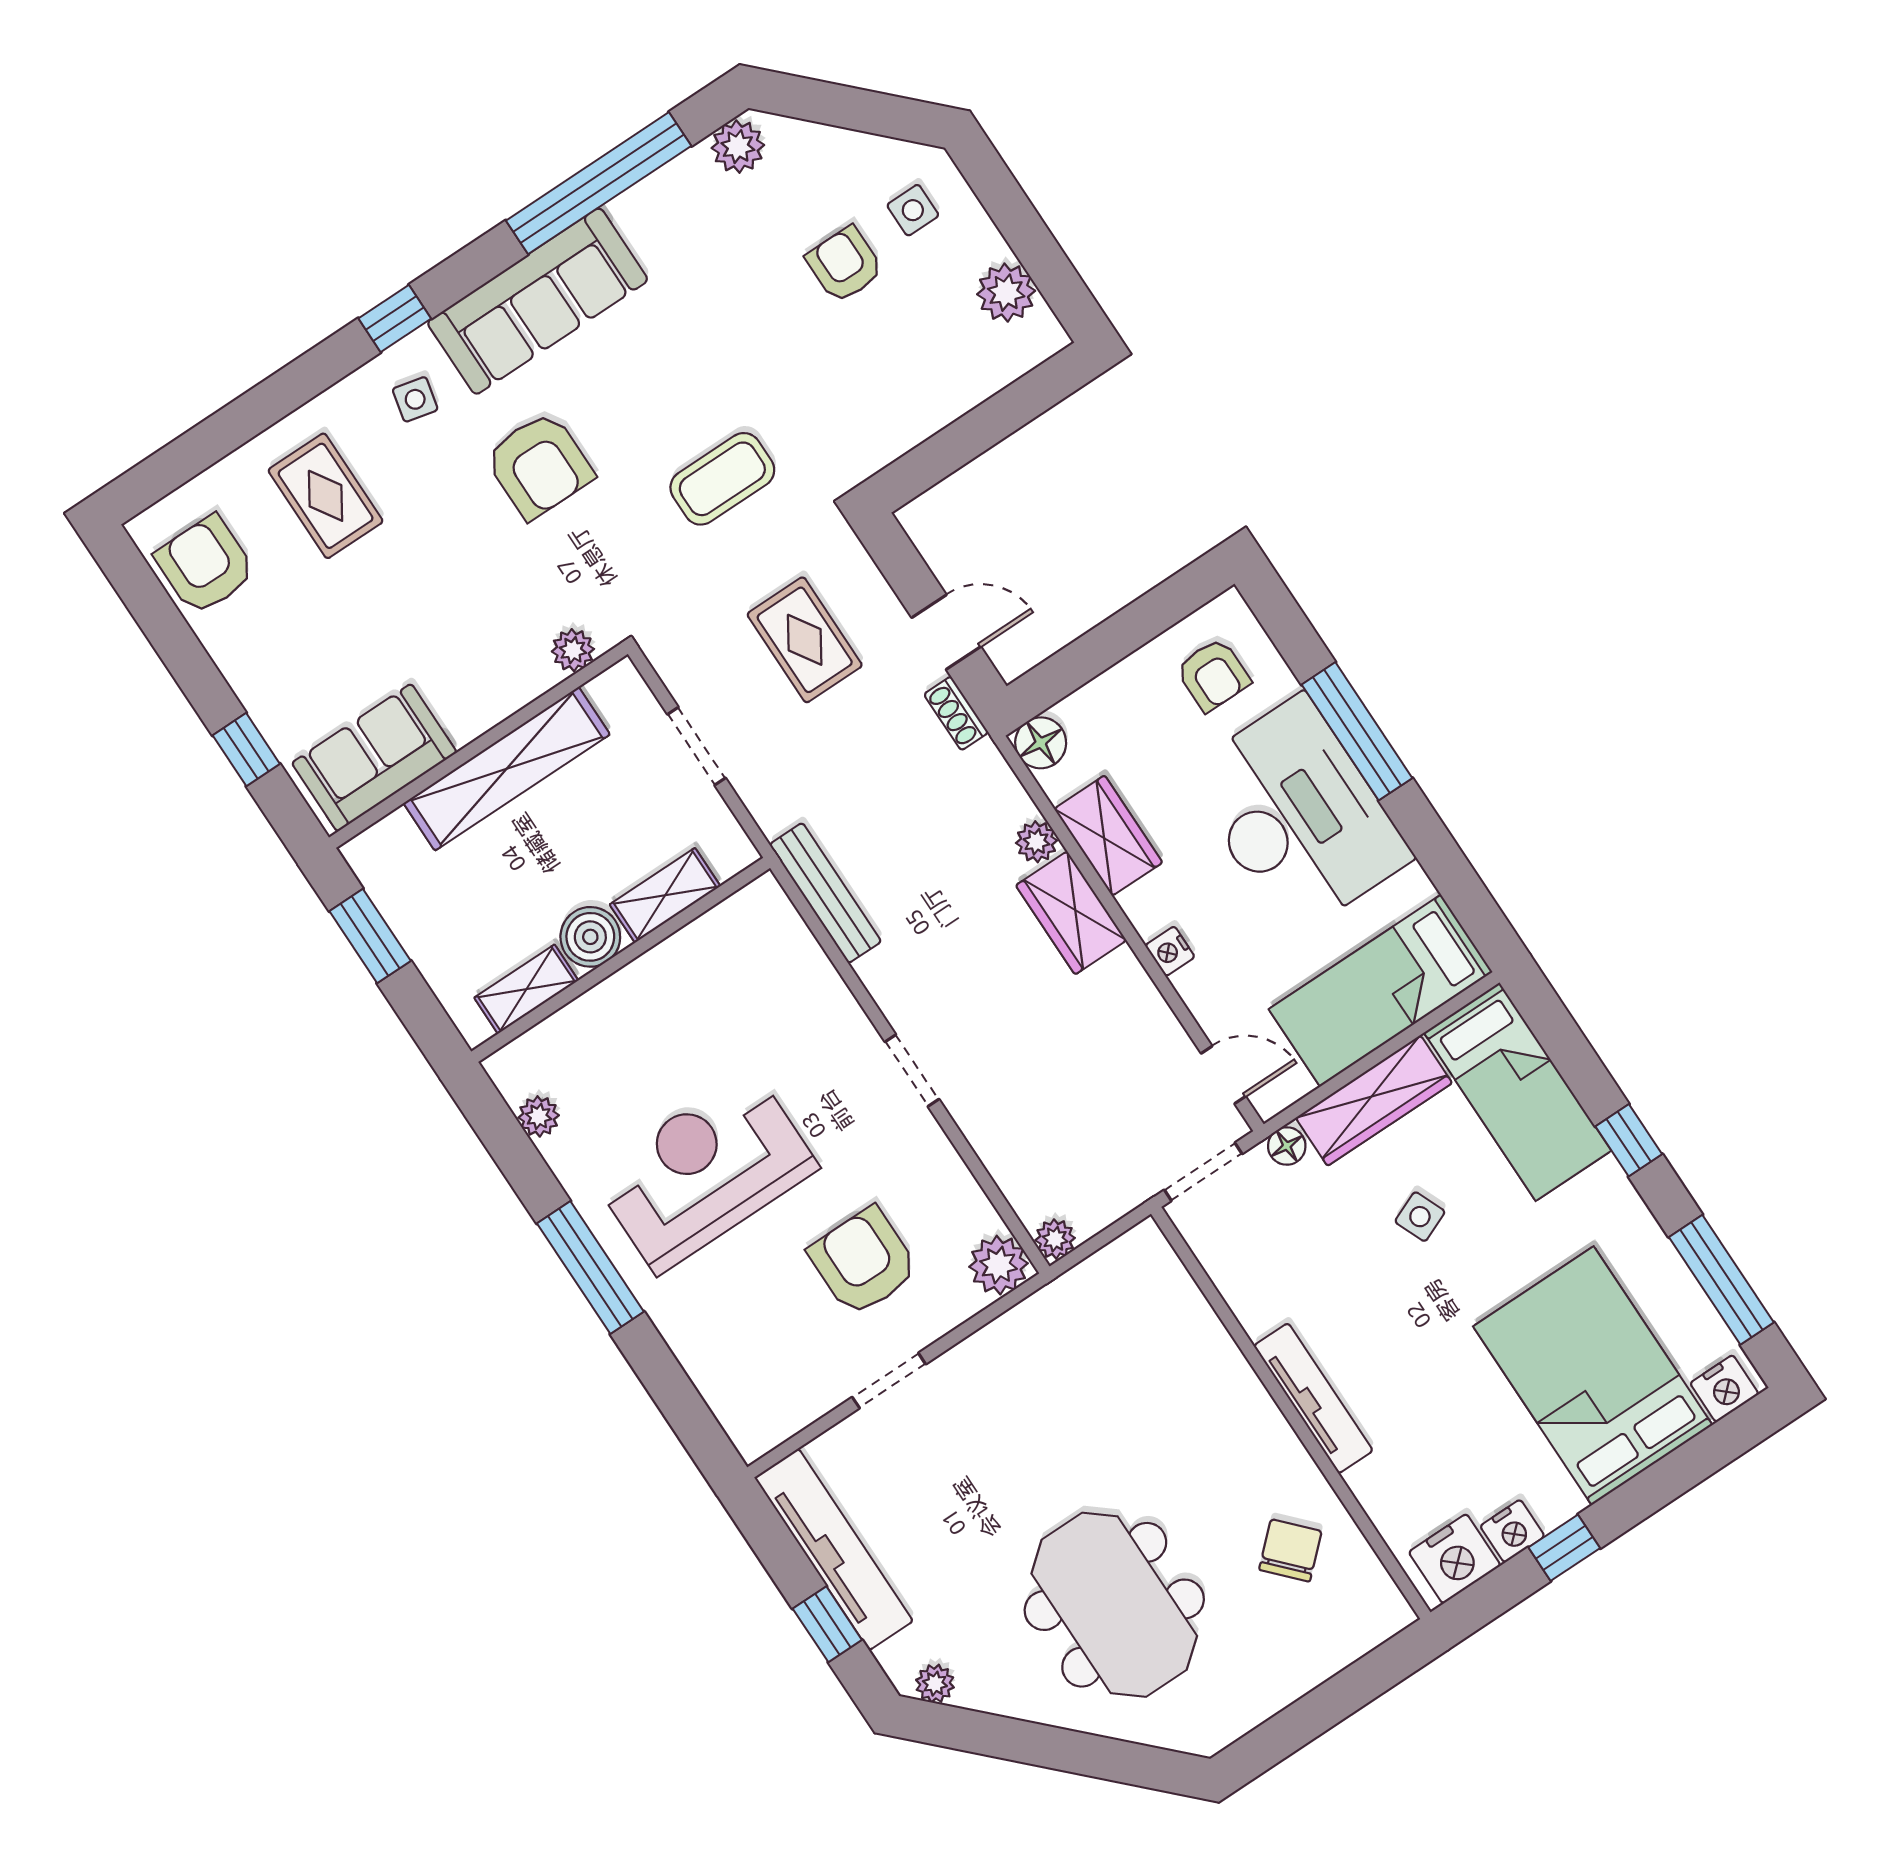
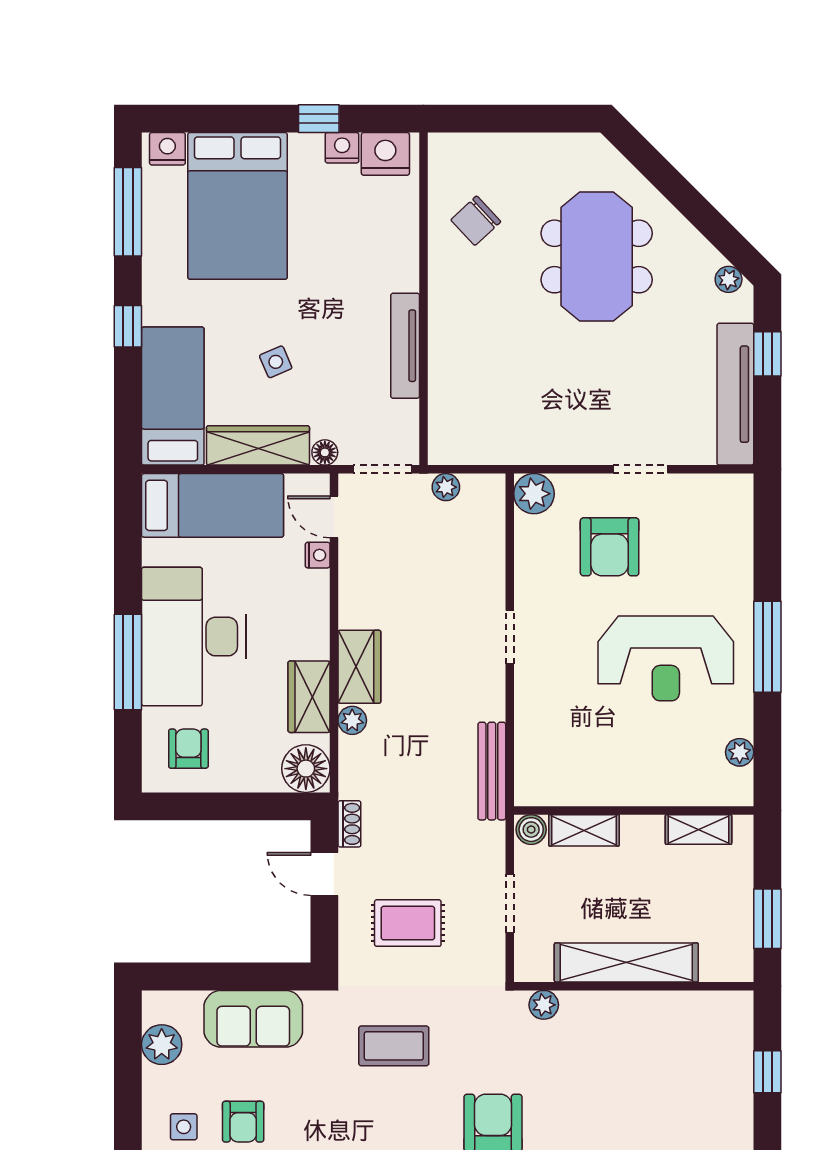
rug: (805, 640) -> (408, 923), turned 90
floor lamp: (1041, 743) -> (306, 769), width x1.38, depth x1.38
sofa: (374, 758) -> (253, 1019), moved
boiler: (590, 937) -> (531, 830), moved, width x0.73, depth x0.73
nightstand: (1170, 951) -> (318, 555), moved
plant: (1055, 1239) -> (446, 487), moved
tv unit: (1313, 1398) -> (405, 346), moved

